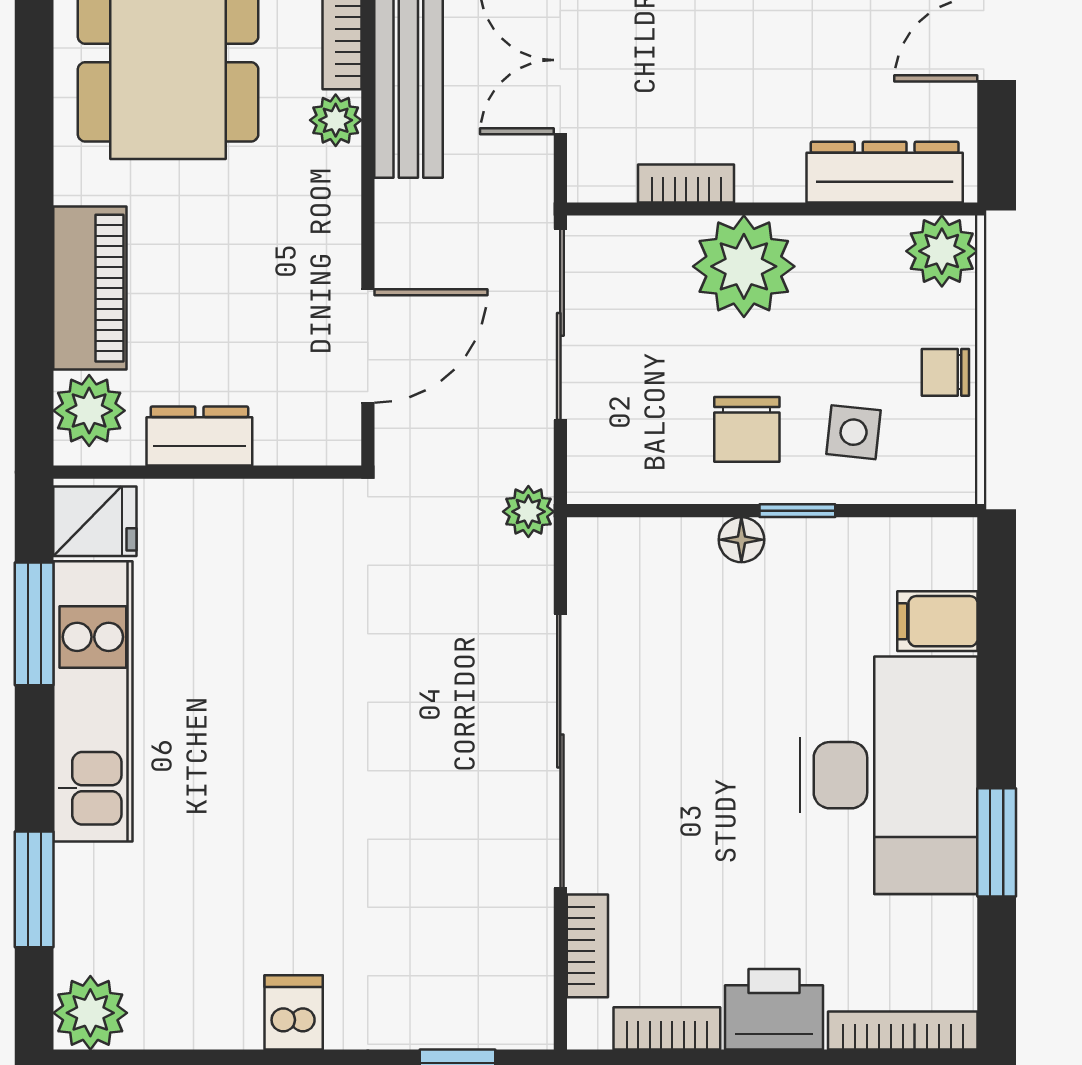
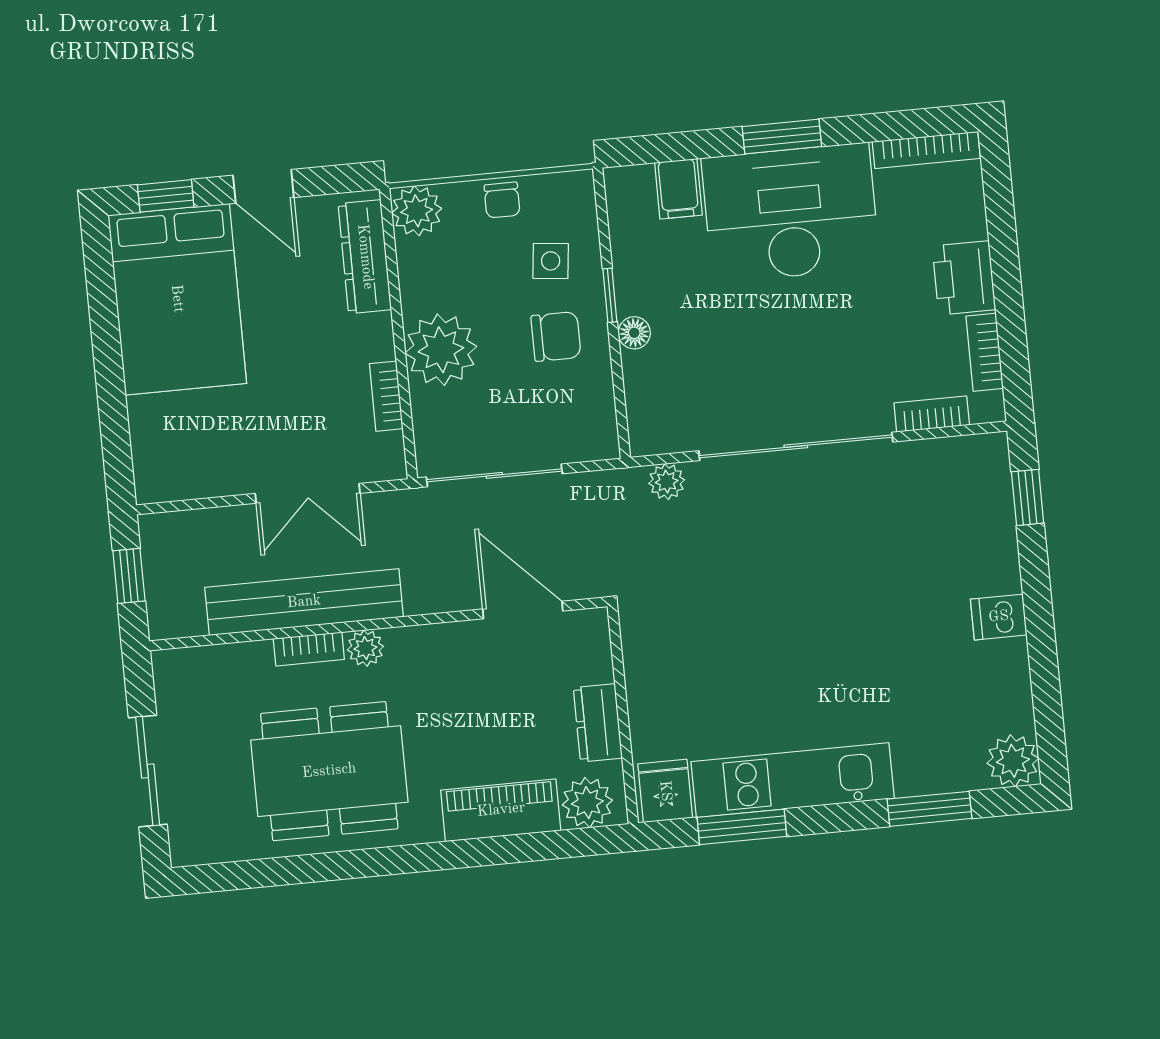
plant: (528, 512) -> (667, 482), moved
window: (997, 842) -> (782, 137), moved
bookcase: (903, 1031) -> (926, 150), moved, turned -90

